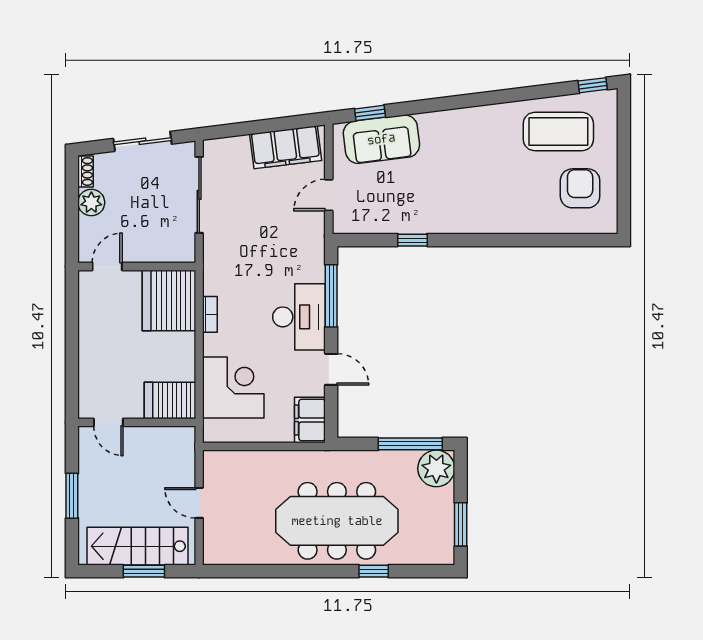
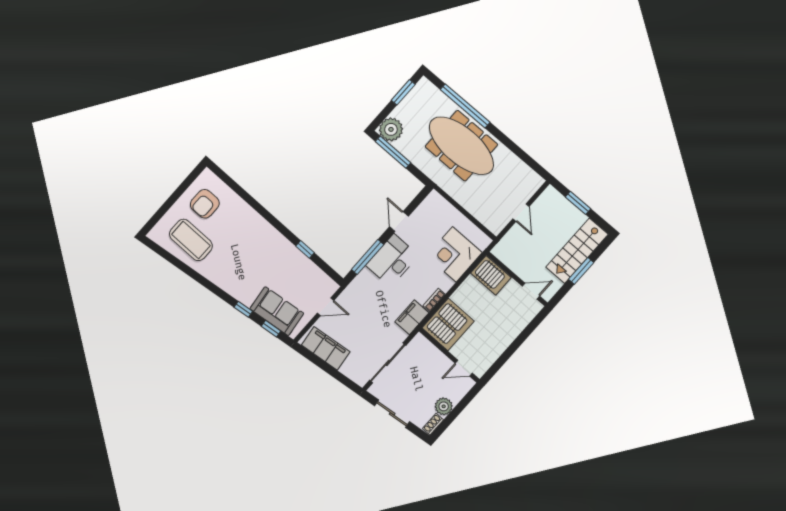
window: (593, 85) -> (243, 309), moved
filing cabinet: (310, 420) -> (412, 317), moved, turned 180
door: (108, 422) -> (531, 291), hinge flipped
stairs: (138, 546) -> (577, 251), moved, turned 90
window: (374, 571) -> (465, 106), width x3.17

